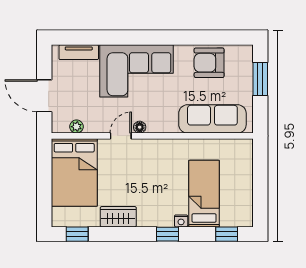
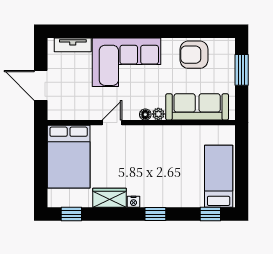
plant: (76, 127) -> (158, 114), moved
floor lamp: (140, 127) -> (145, 115), moved
bed: (204, 194) -> (219, 176), moved
nightstand: (181, 221) -> (133, 202), moved

